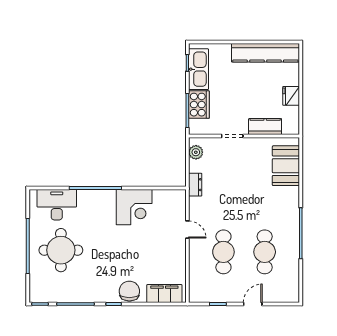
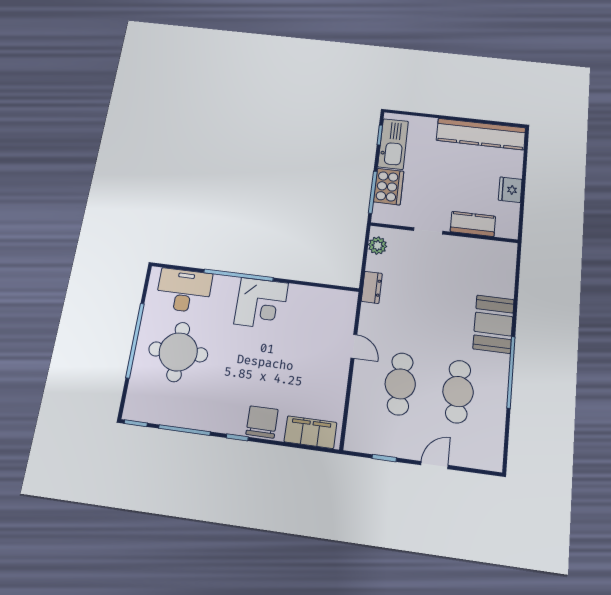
booth: (286, 166) -> (493, 324), moved
corner desk: (134, 207) -> (261, 304), moved

